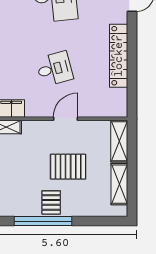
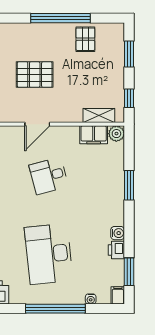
pallet: (51, 202) -> (85, 39), moved

